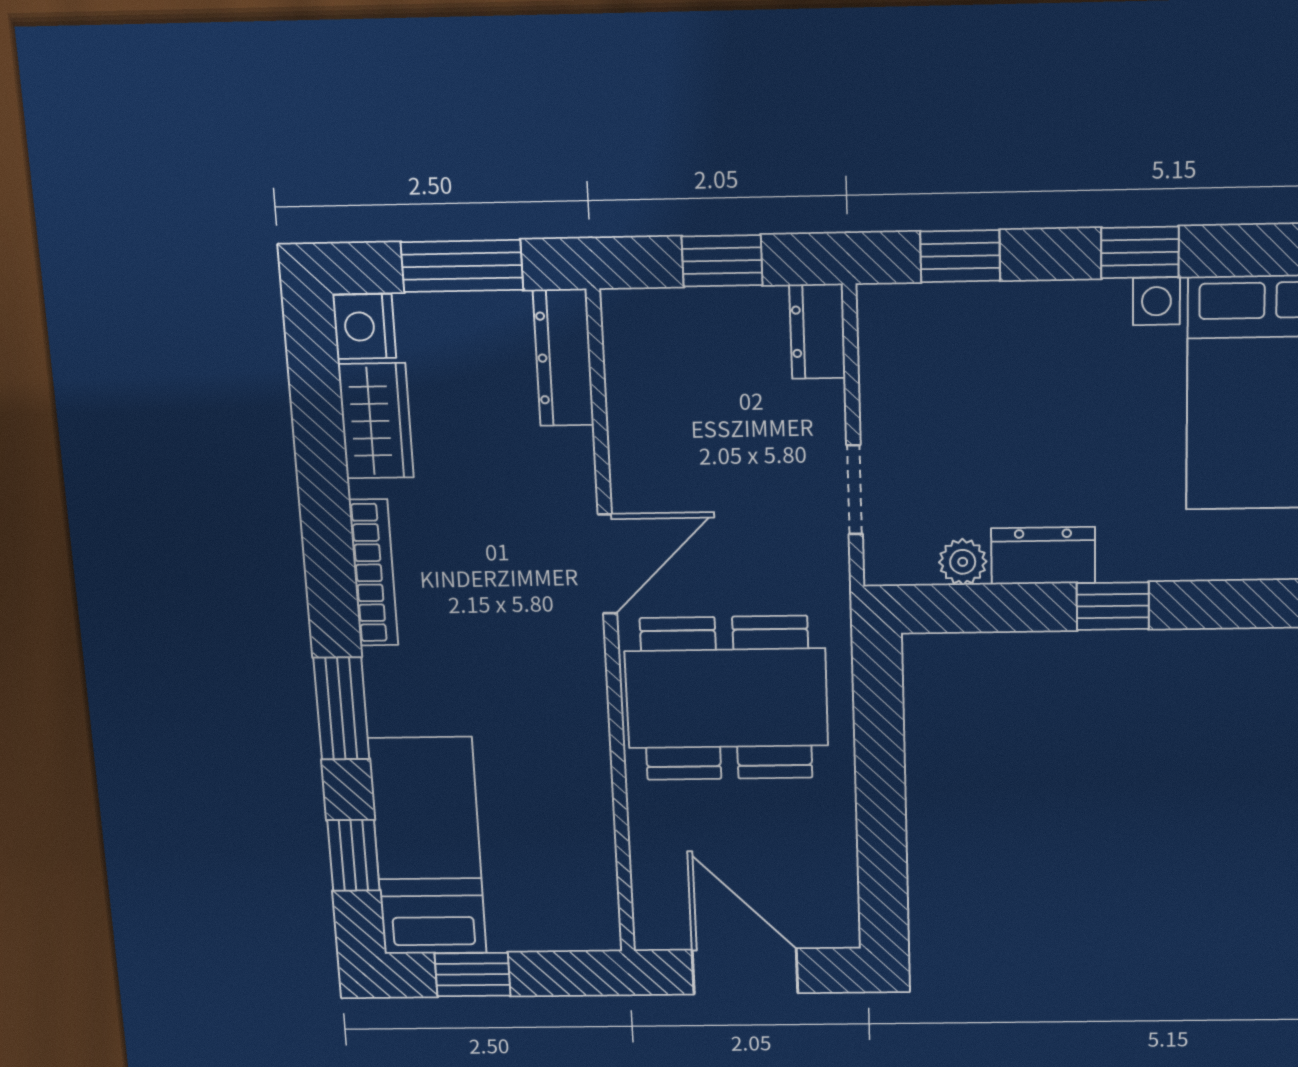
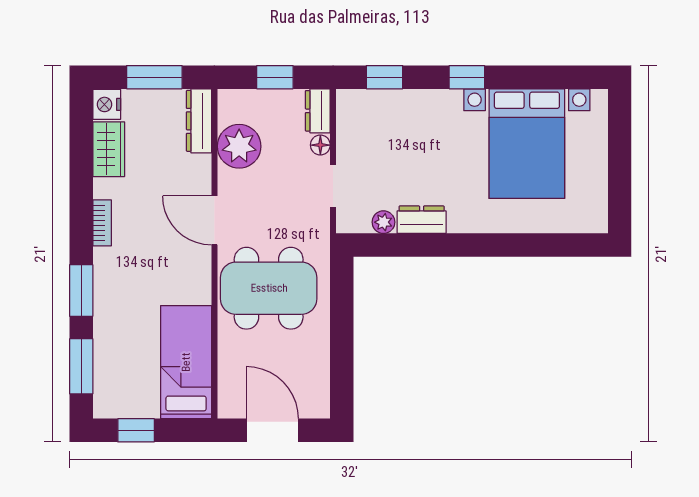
floor lamp: (825, 404) -> (320, 145), added
plant: (652, 410) -> (239, 146), added
door: (607, 564) -> (214, 220), swing flipped
bookcase: (374, 573) -> (102, 223), width x0.64
window: (1113, 606) -> (455, 245), removed
bed: (428, 846) -> (186, 362), moved
window: (353, 855) -> (81, 366), width x1.50

